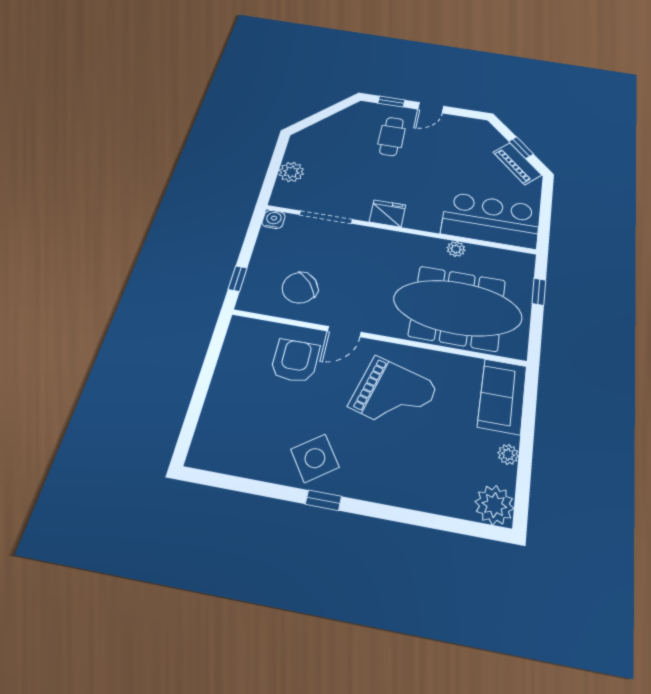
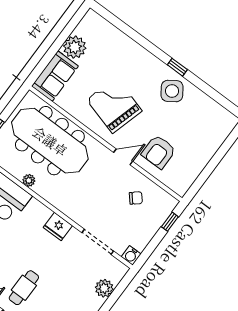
chair: (300, 288) -> (136, 198), width x0.54, depth x0.54
plant: (508, 454) -> (75, 47), width x1.87, depth x1.87
plant: (494, 505) -> (92, 23), removed

